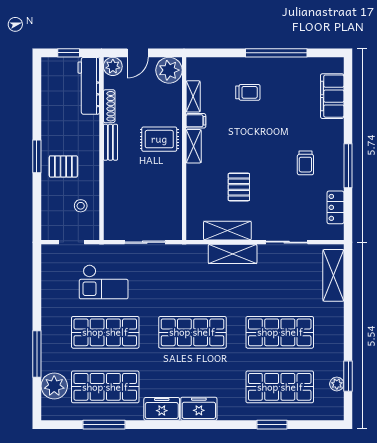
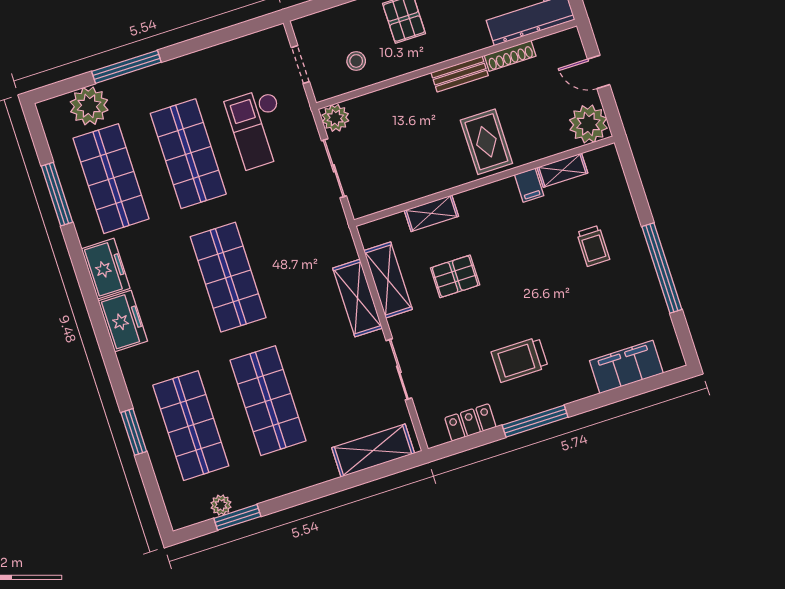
plant: (113, 66) -> (335, 118), moved
shelving: (194, 146) -> (431, 213), moved
trolley: (305, 163) -> (520, 360), width x1.36, depth x1.39

